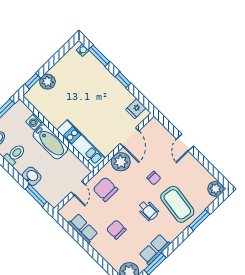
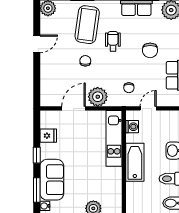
sofa: (96, 73) -> (52, 180), added
fridge: (136, 109) -> (48, 136), moved
washing machine: (34, 122) -> (132, 127), moved
door: (185, 142) -> (37, 44), moved
chair: (105, 189) -> (129, 88), width x0.54, depth x0.54

